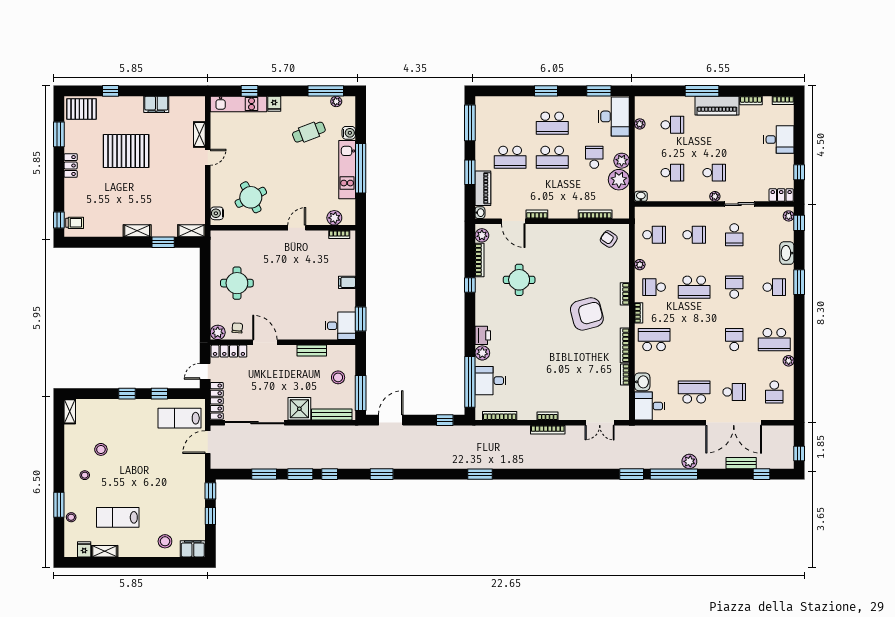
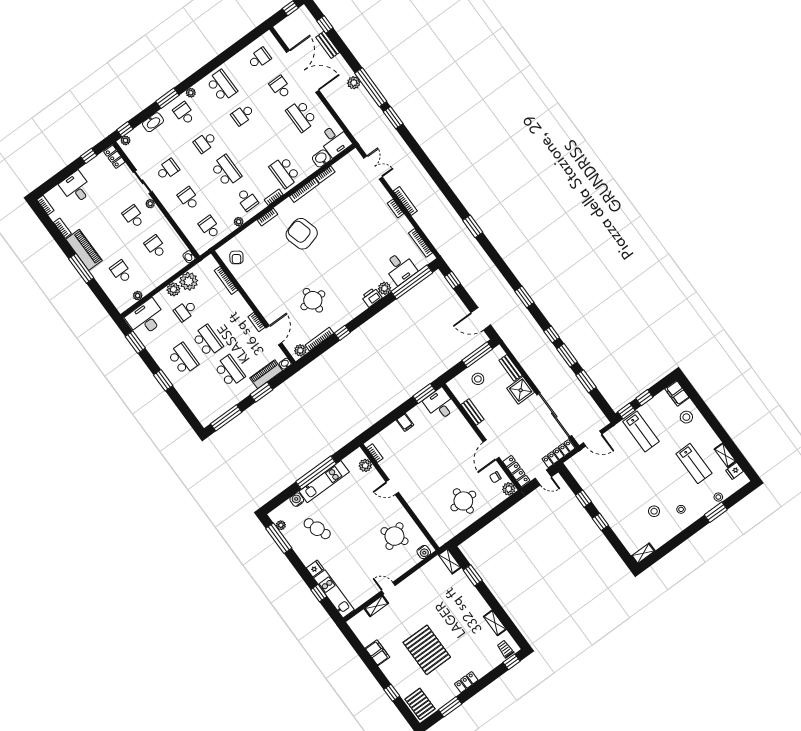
shelving: (137, 231) -> (495, 623), moved
plant: (789, 361) -> (191, 93), moved
bench: (332, 414) -> (511, 368), width x0.73
lab bench: (179, 418) -> (641, 432), moved

